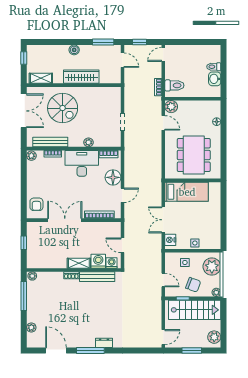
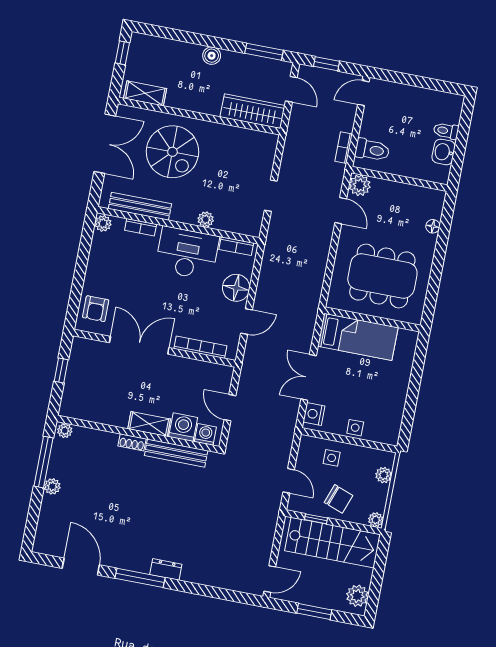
wardrobe: (81, 77) -> (253, 111), moved
dining table: (194, 155) -> (382, 276), turned 90
plant: (212, 267) -> (384, 475), width x0.53, depth x0.53
plant: (31, 328) -> (52, 486), moved

